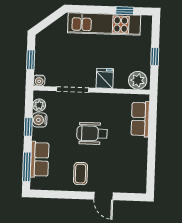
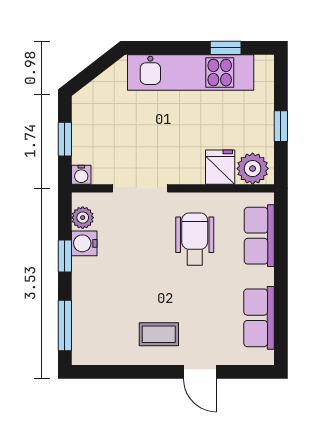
fridge: (105, 78) -> (220, 167), moved
wheelchair: (92, 133) -> (195, 239), moved, turned 90
row of seats: (40, 159) -> (259, 318), moved, turned 180
coffee table: (81, 174) -> (159, 334), turned 90

